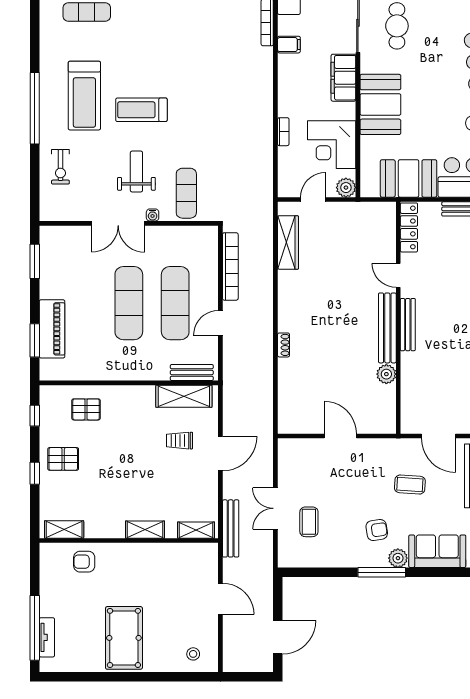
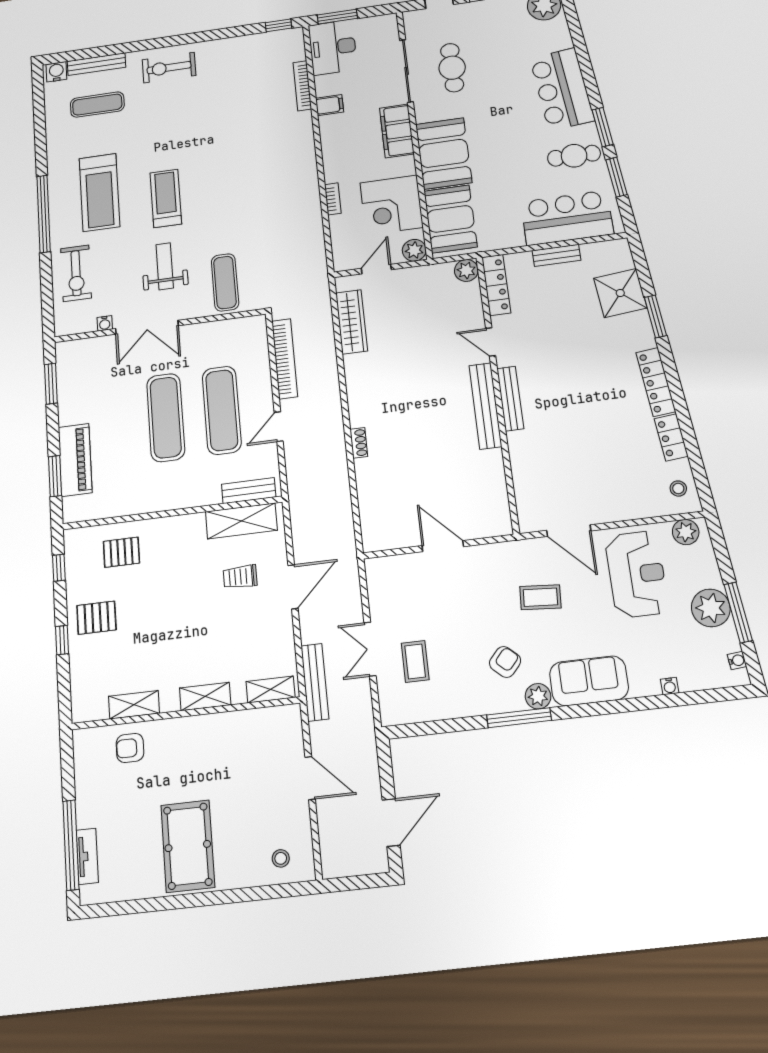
treadmill: (141, 110) -> (166, 198), turned 90
exercise bike: (60, 167) -> (76, 273), width x1.38, depth x1.39
booth: (409, 178) -> (451, 219), moved, turned 90
water cooler: (153, 215) -> (105, 323), moved
plant: (386, 374) -> (466, 270), moved
shelving: (64, 529) -> (134, 705), moved
armchair: (377, 530) -> (505, 662), turned -40

